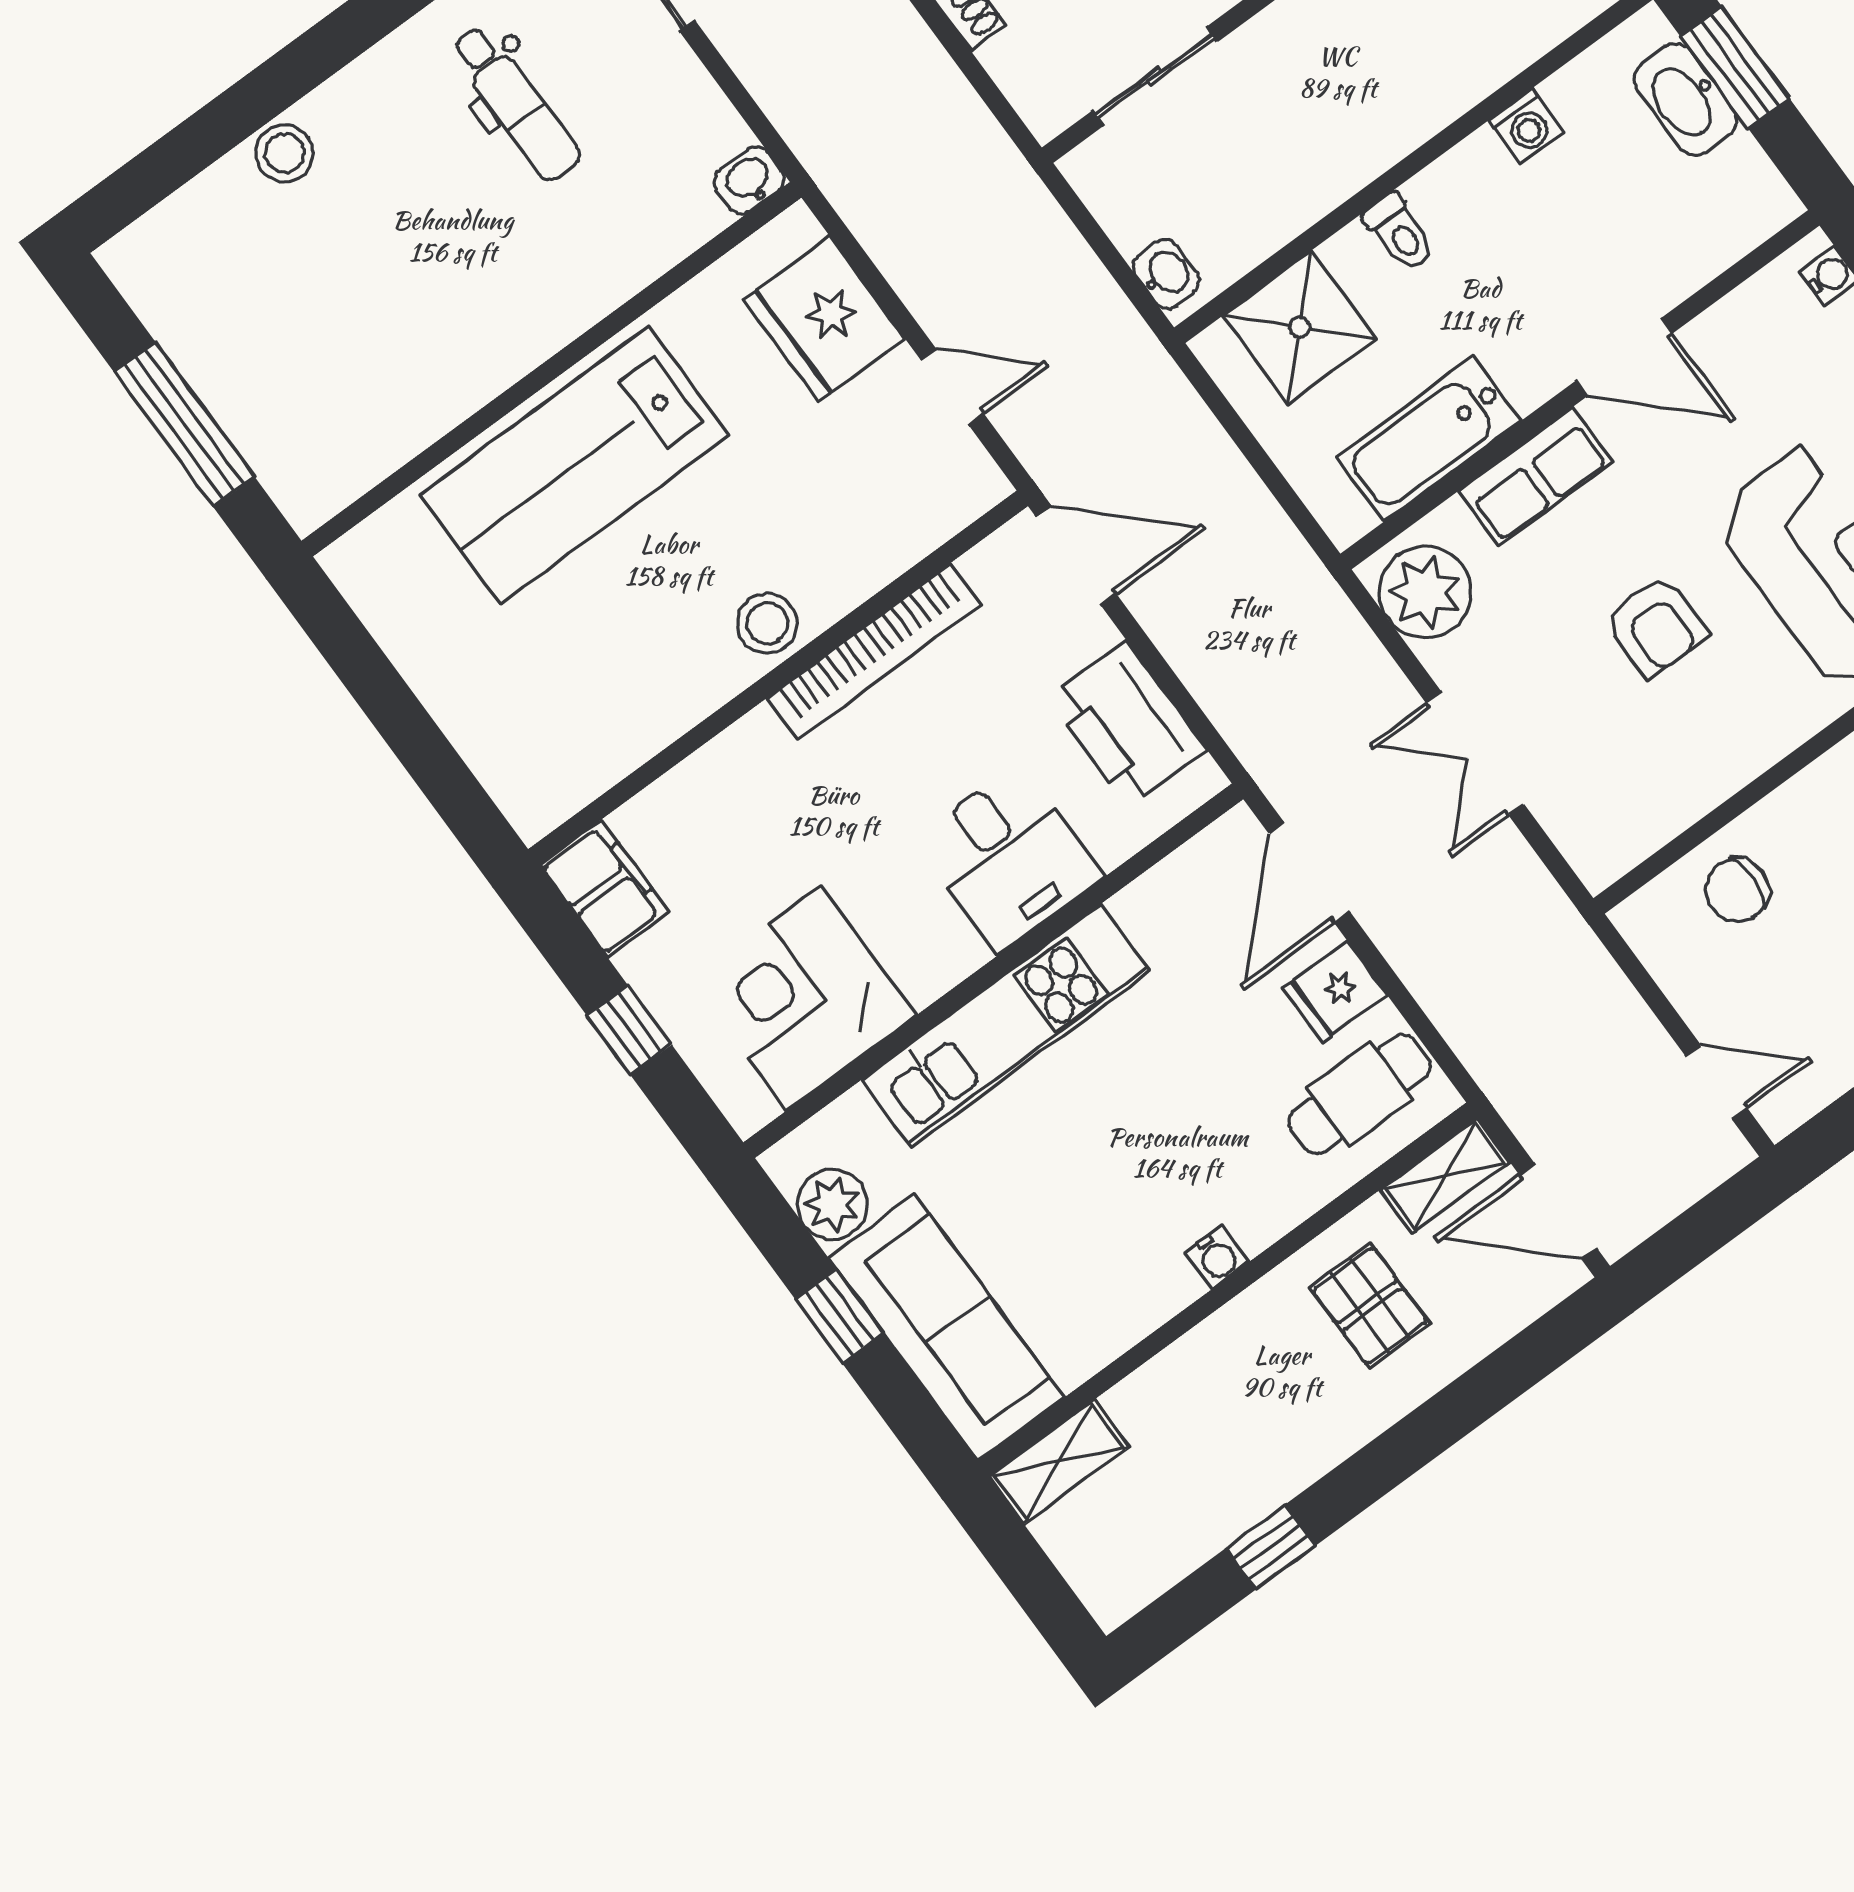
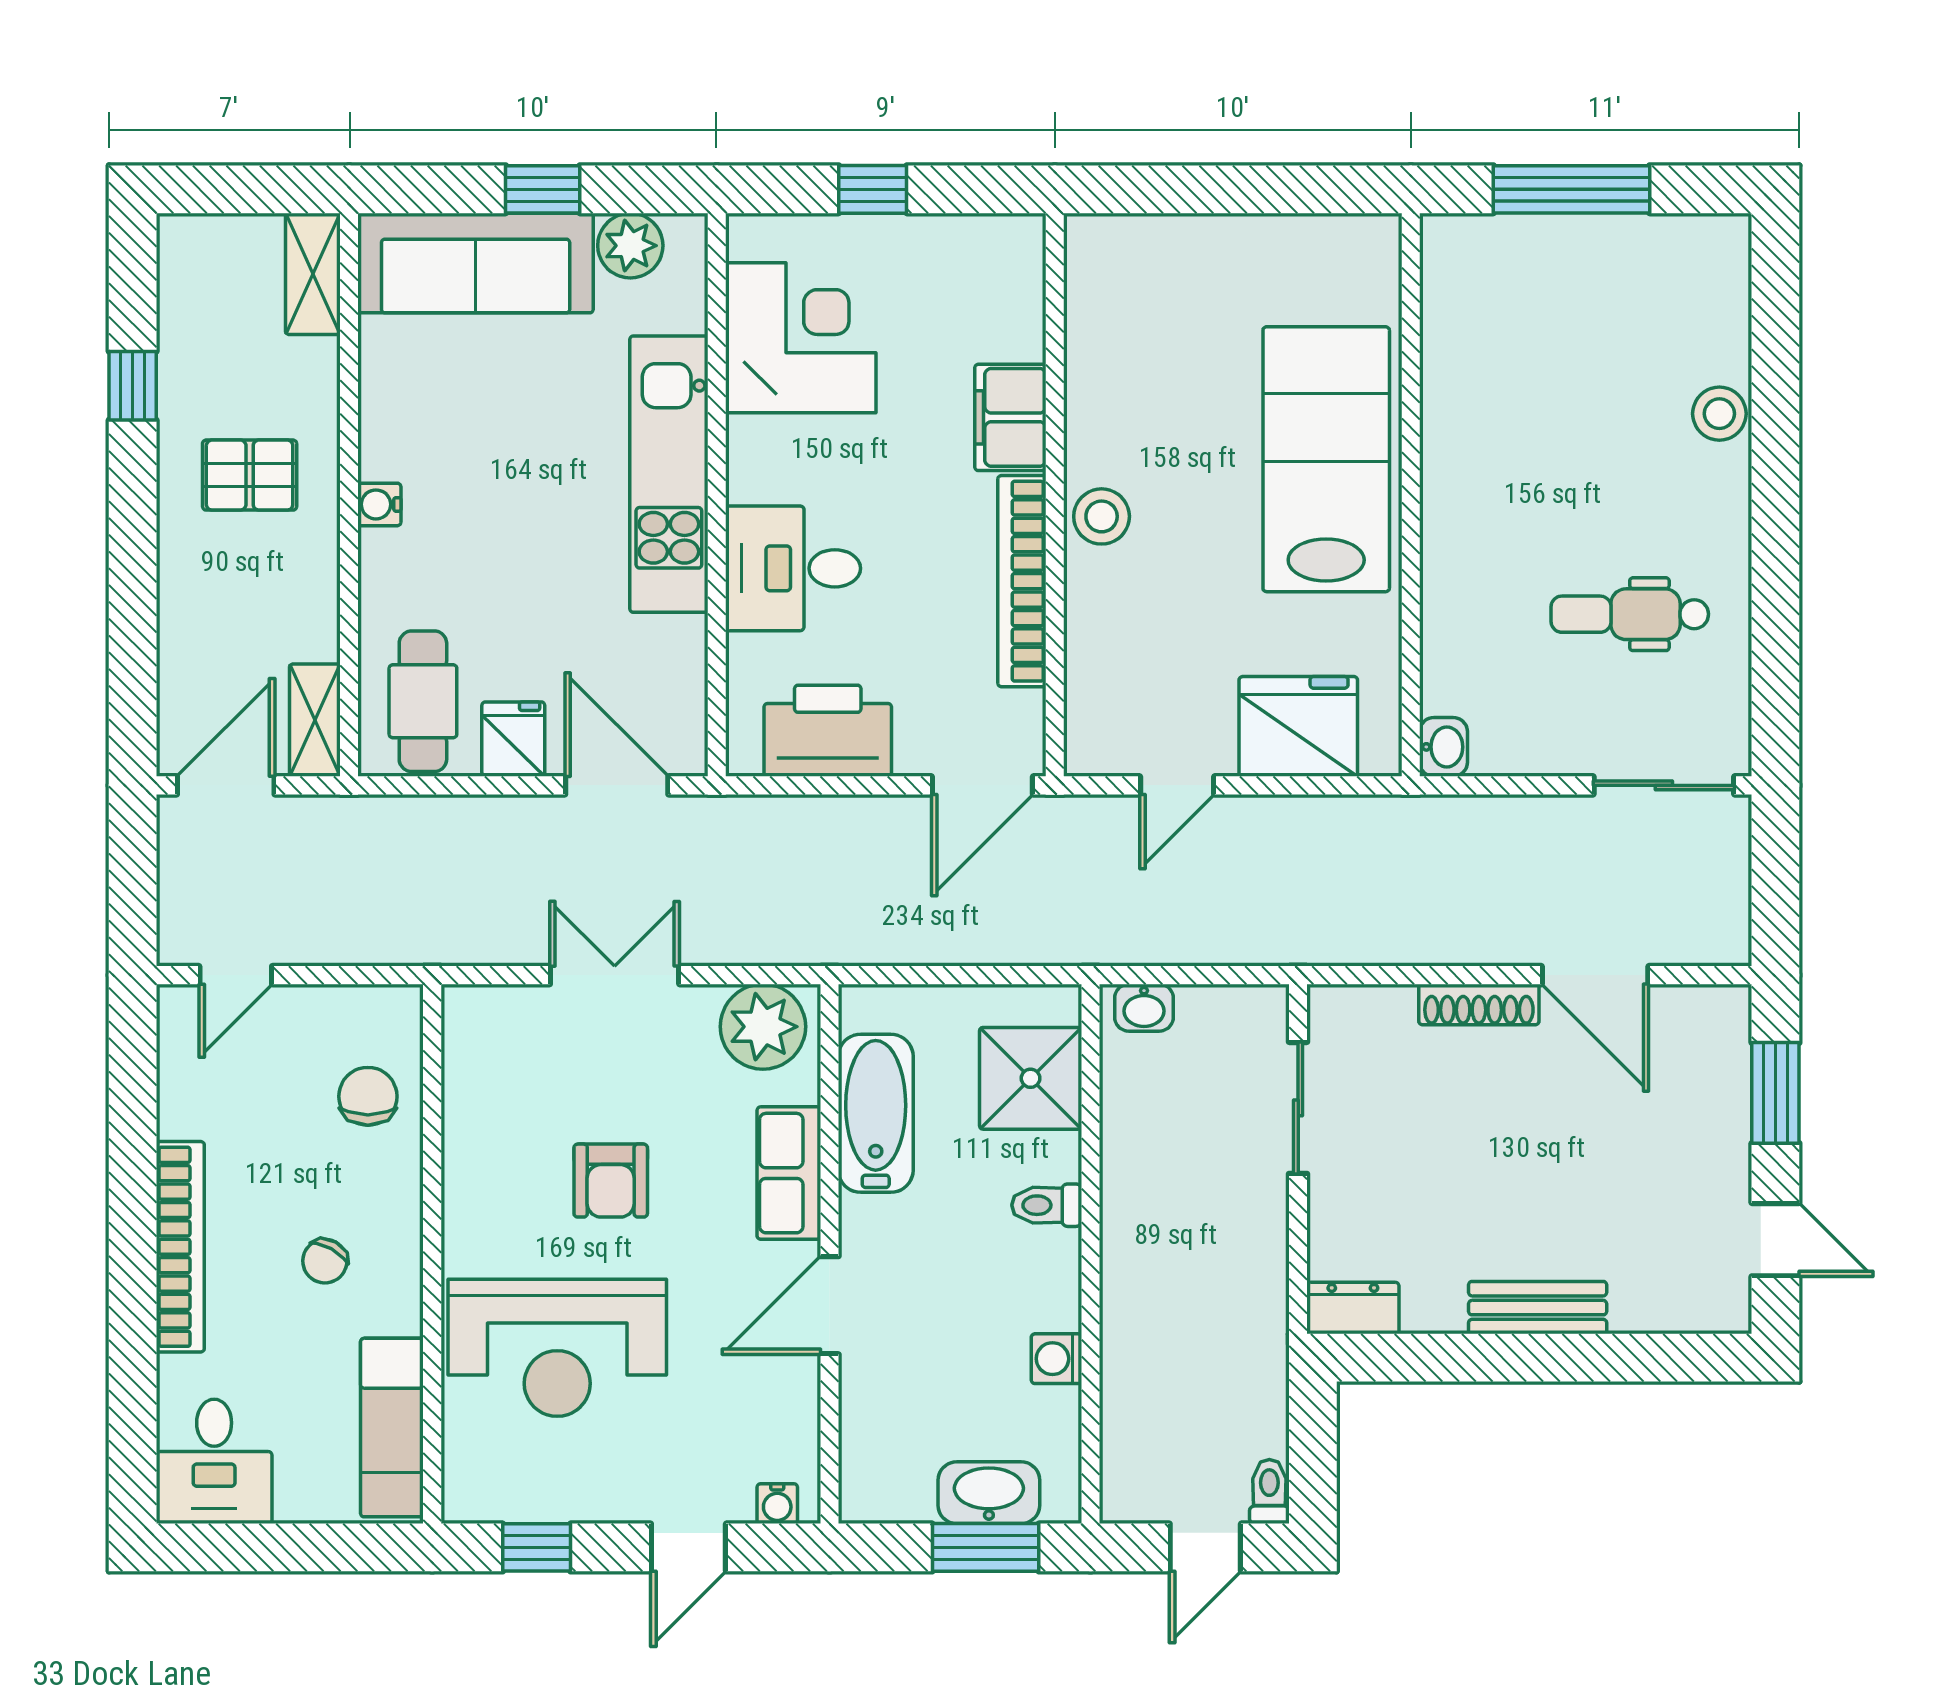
armchair: (1656, 626) -> (611, 1181), turned -90
filing cabinet: (604, 888) -> (1010, 417), moved, turned 90
pallet: (1370, 1306) -> (250, 475), moved

